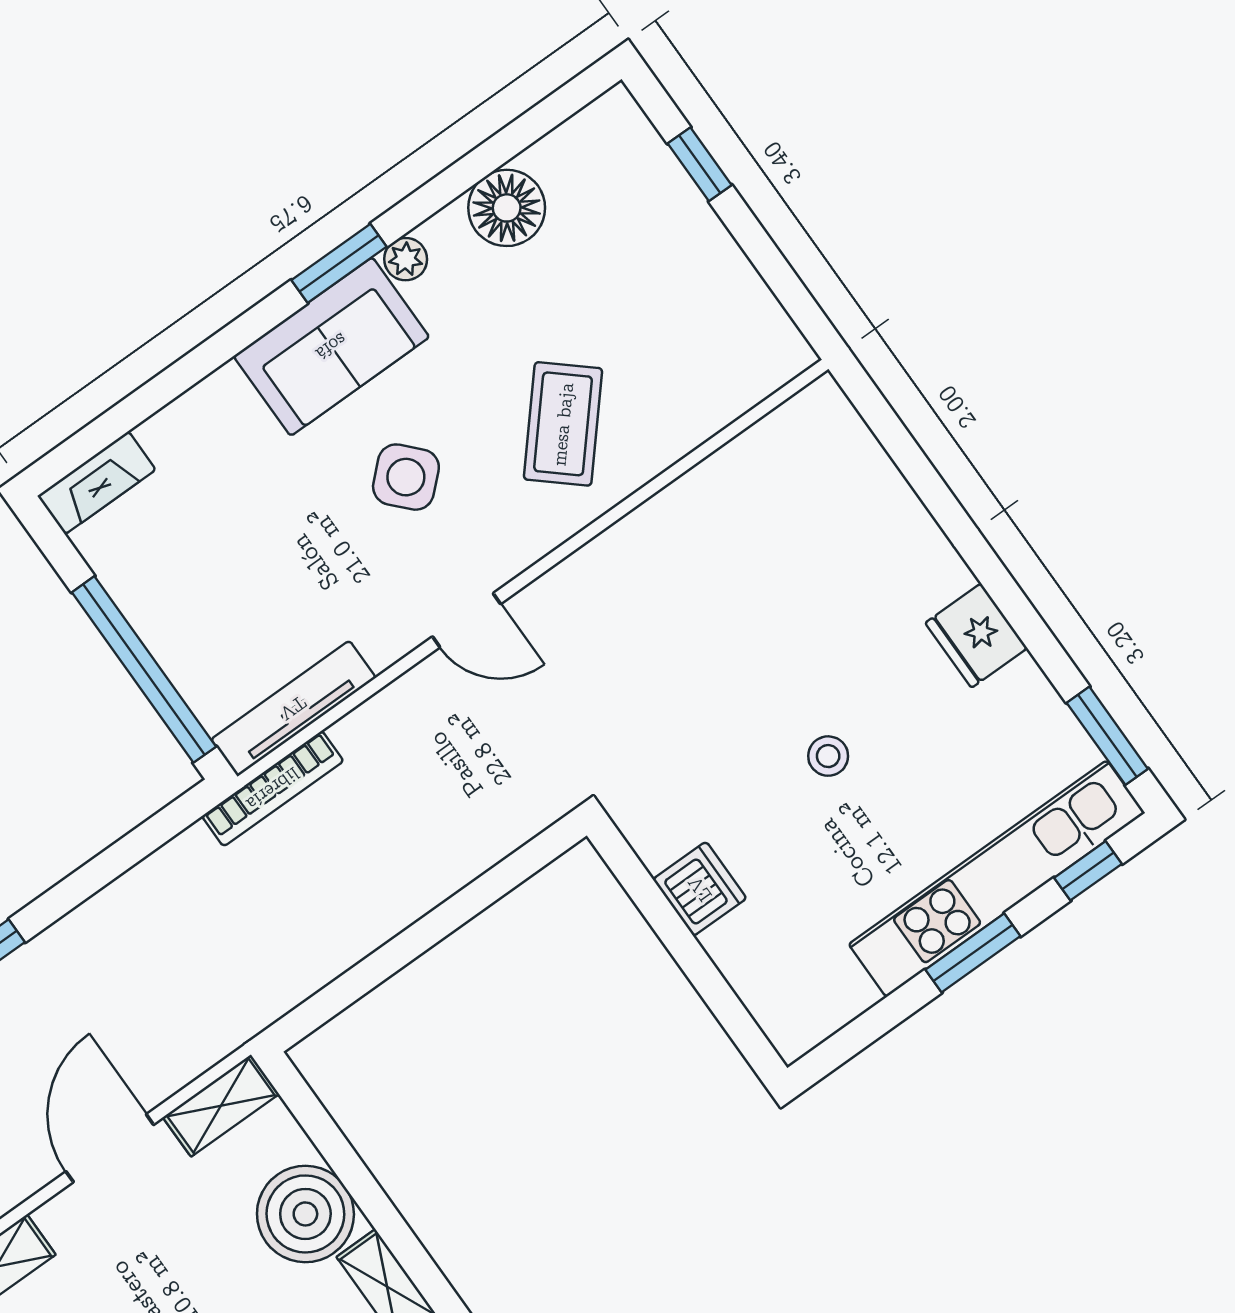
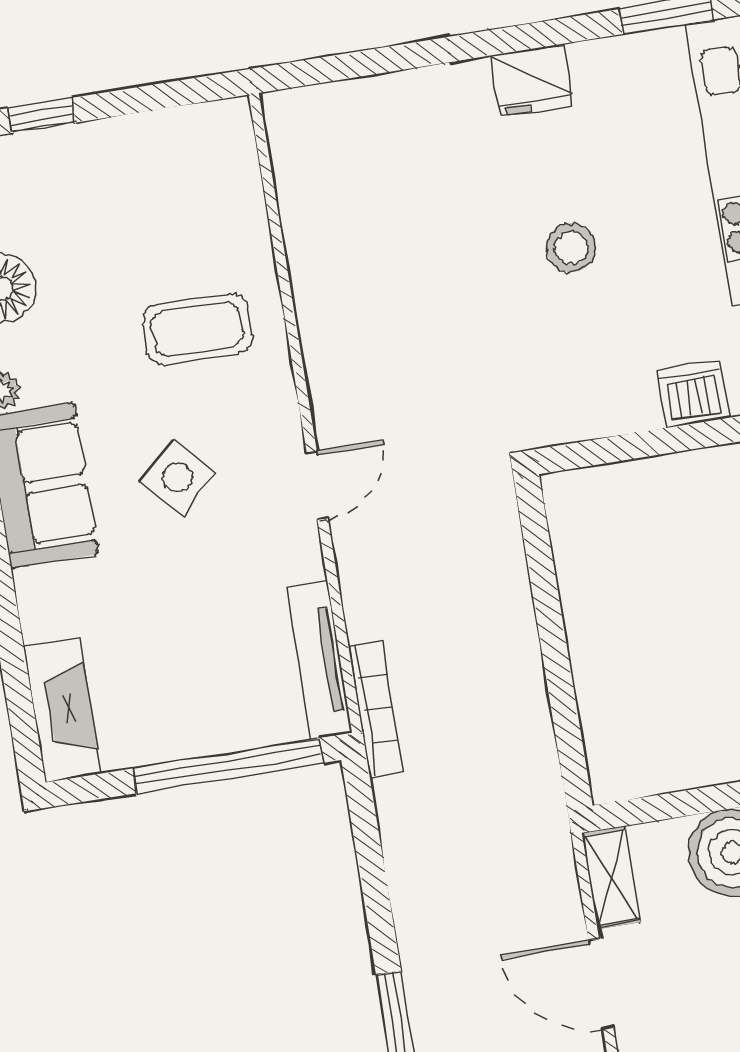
coffee table: (563, 424) -> (197, 329), turned -41
fireplace: (97, 483) -> (62, 710), width x1.37, depth x1.32
stool: (828, 756) -> (571, 248), width x1.37, depth x1.37
dishwasher: (700, 889) -> (692, 394), moved

